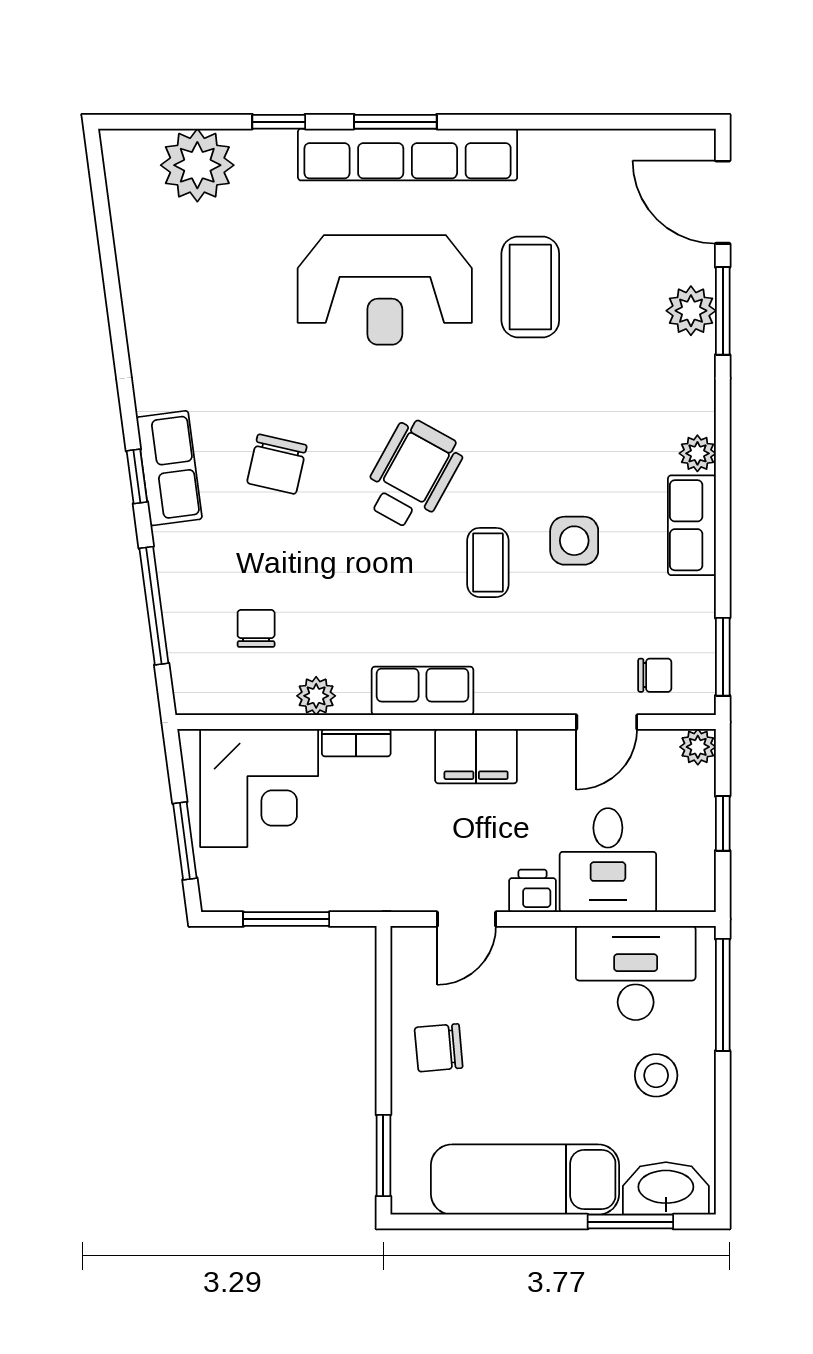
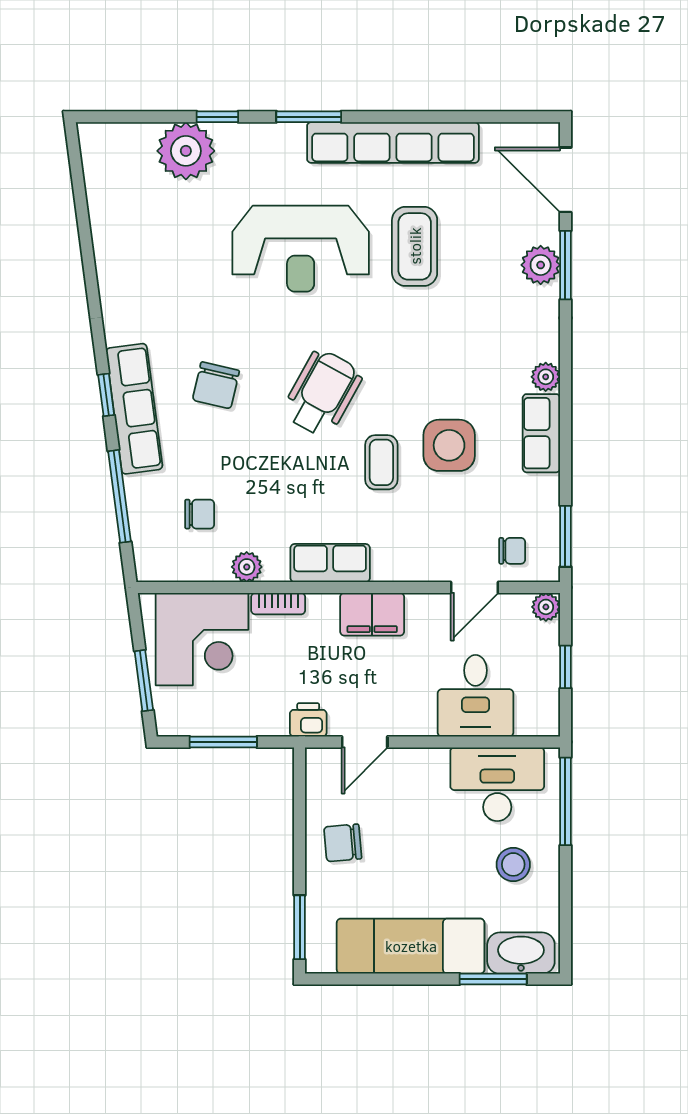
row of seats: (408, 154) -> (393, 143), moved
plant: (197, 165) -> (186, 151), moved
row of seats: (169, 468) -> (134, 409), width x1.48
side table: (574, 541) -> (449, 445), width x1.37, depth x1.37
chair: (256, 628) -> (200, 514), turned 90
printer: (532, 891) -> (308, 720), moved

